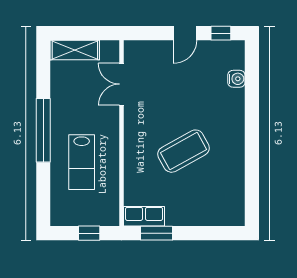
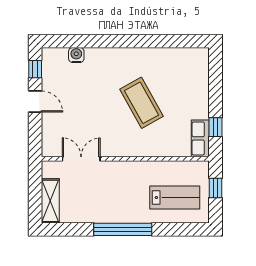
double door: (121, 84) -> (81, 159), swing flipped
lab bench: (82, 162) -> (175, 198), moved
window: (157, 233) -> (215, 127), width x0.67

